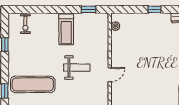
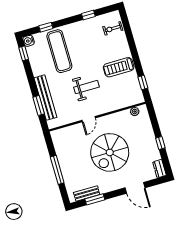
spiral stairs: (149, 63) -> (110, 152), added
weight bench: (77, 68) -> (86, 87), turned -90
door: (110, 75) -> (89, 119), hinge flipped

